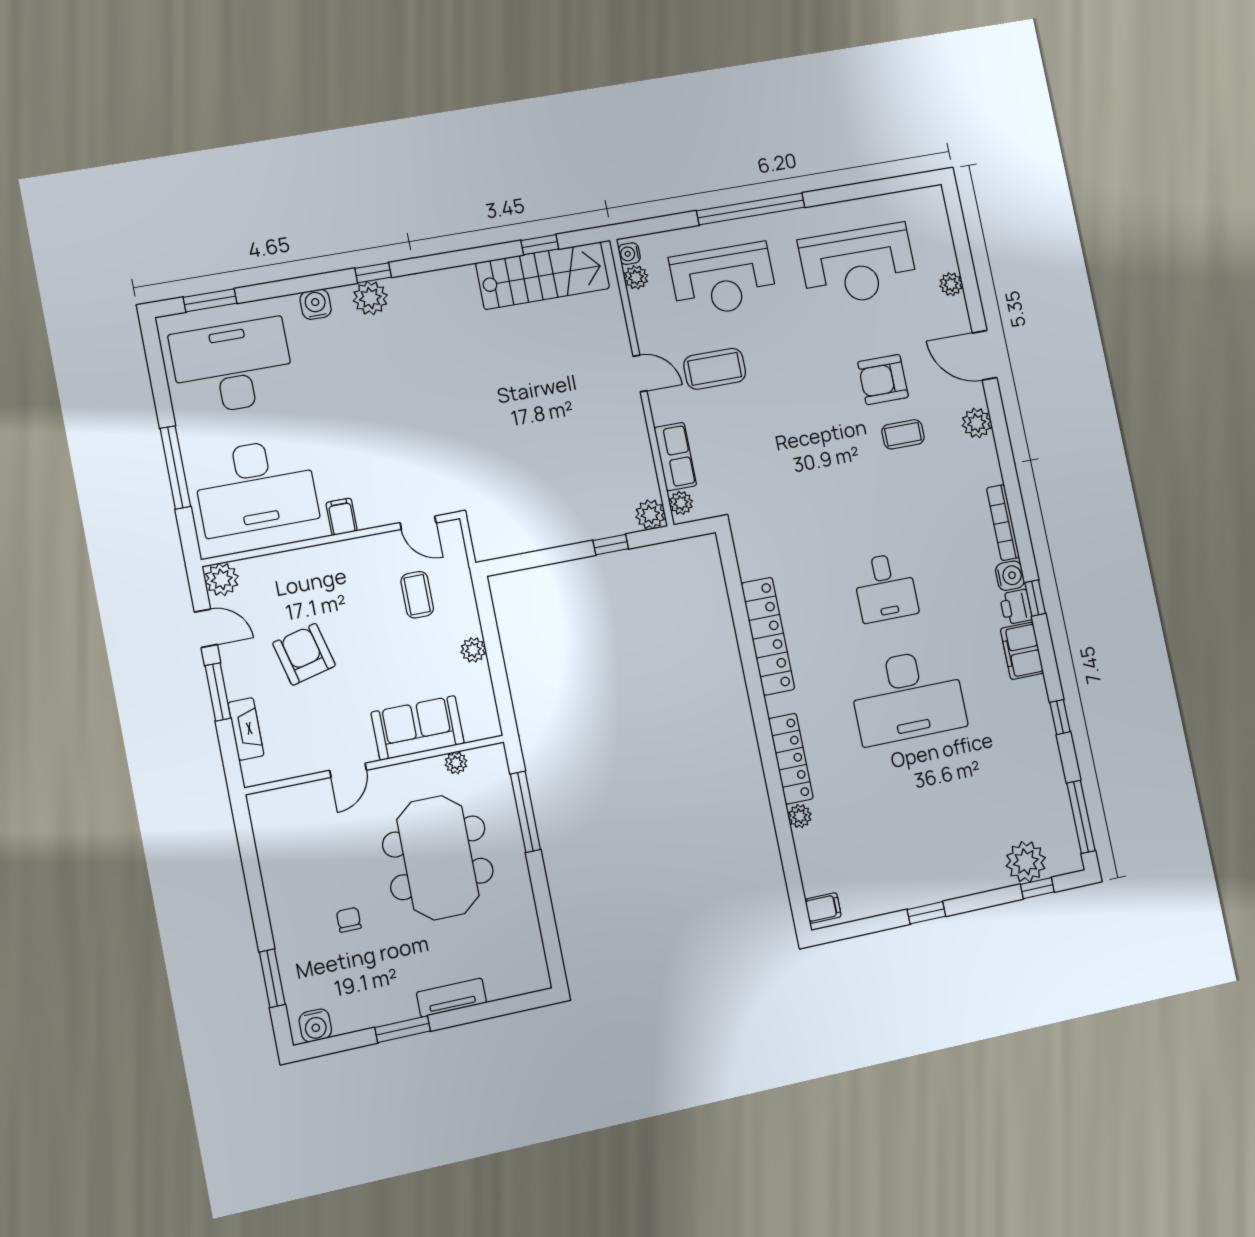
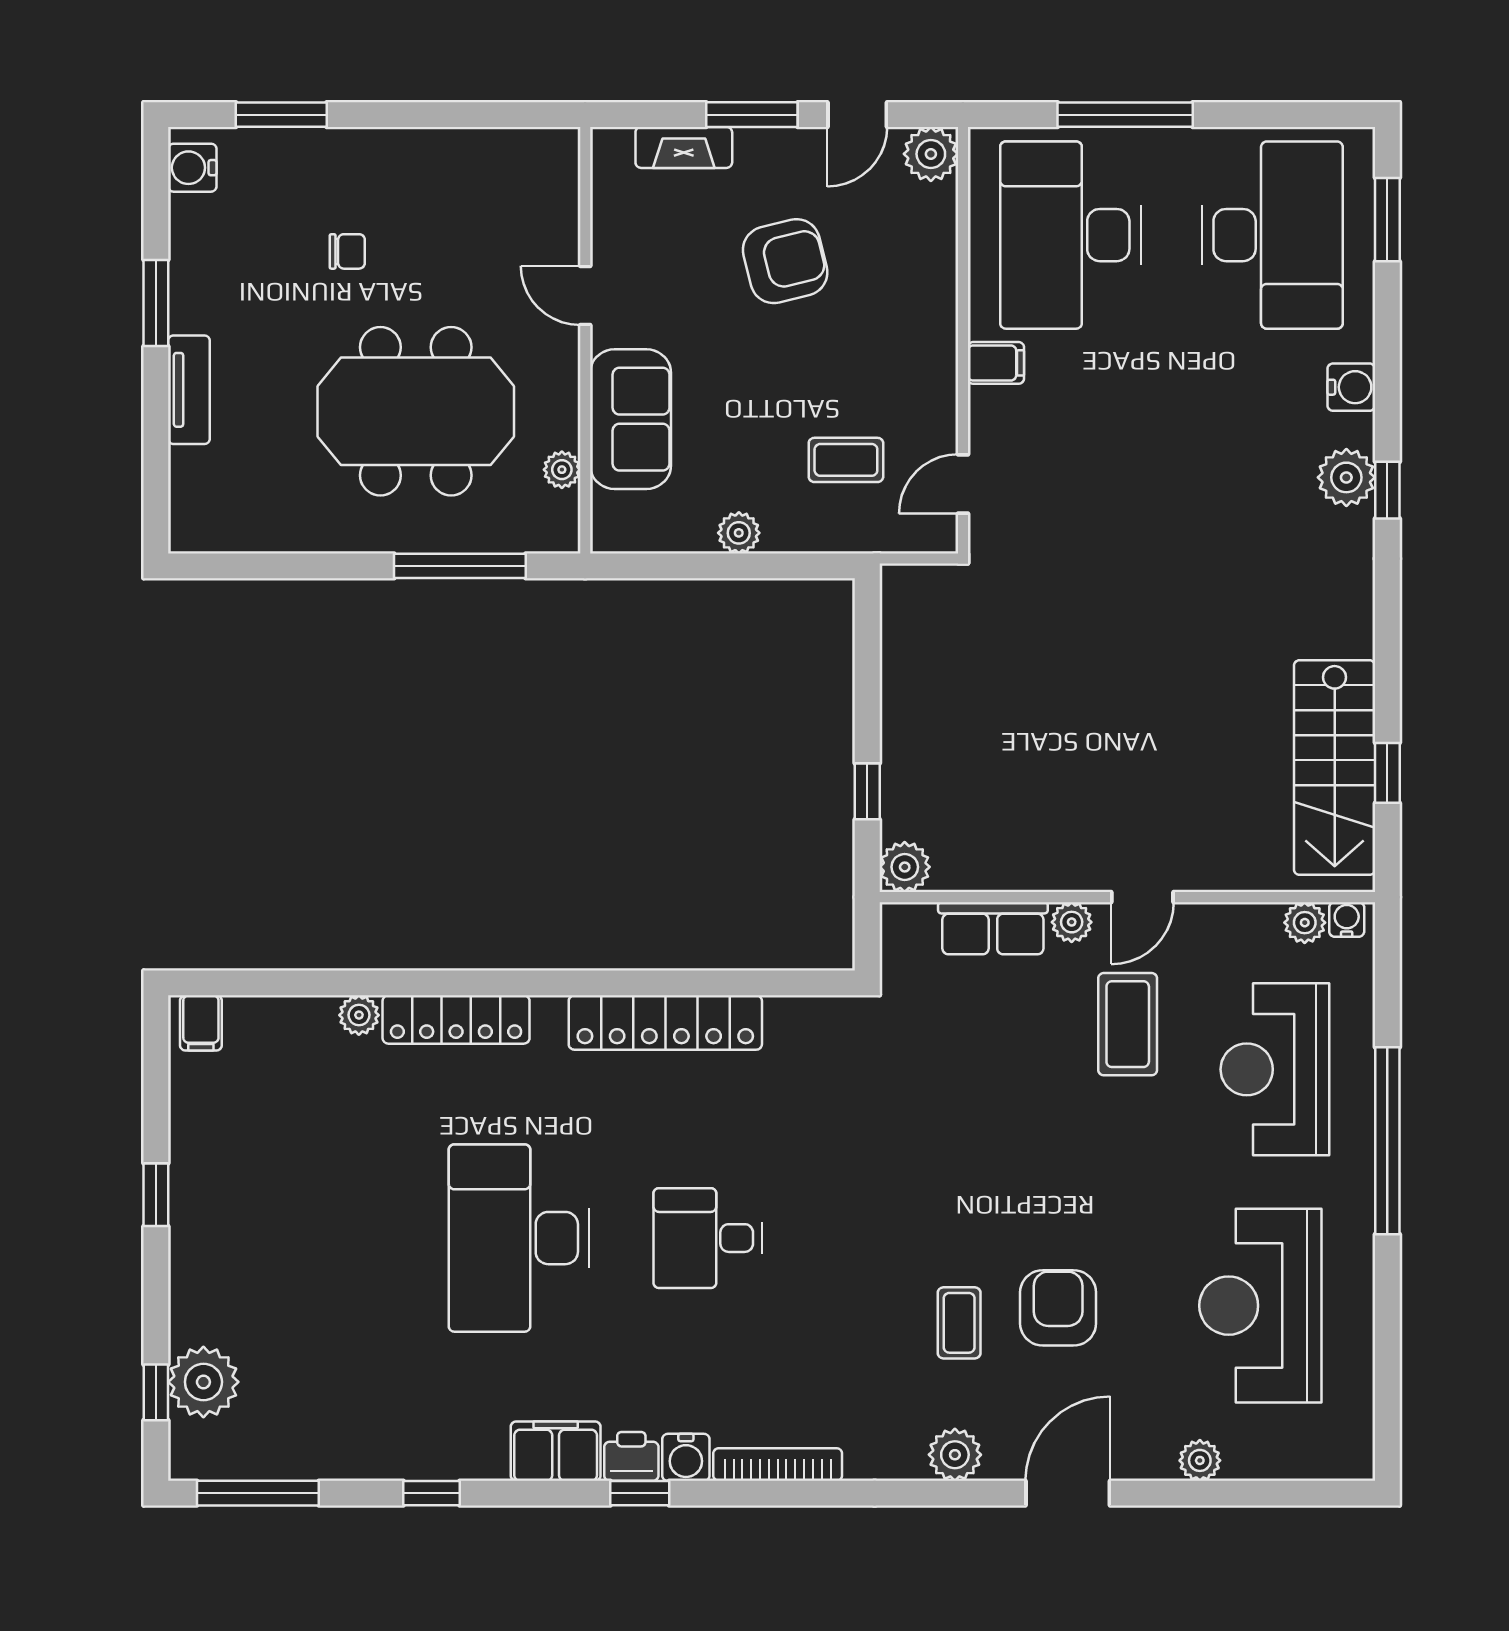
plant: (681, 503) -> (1072, 922), moved

